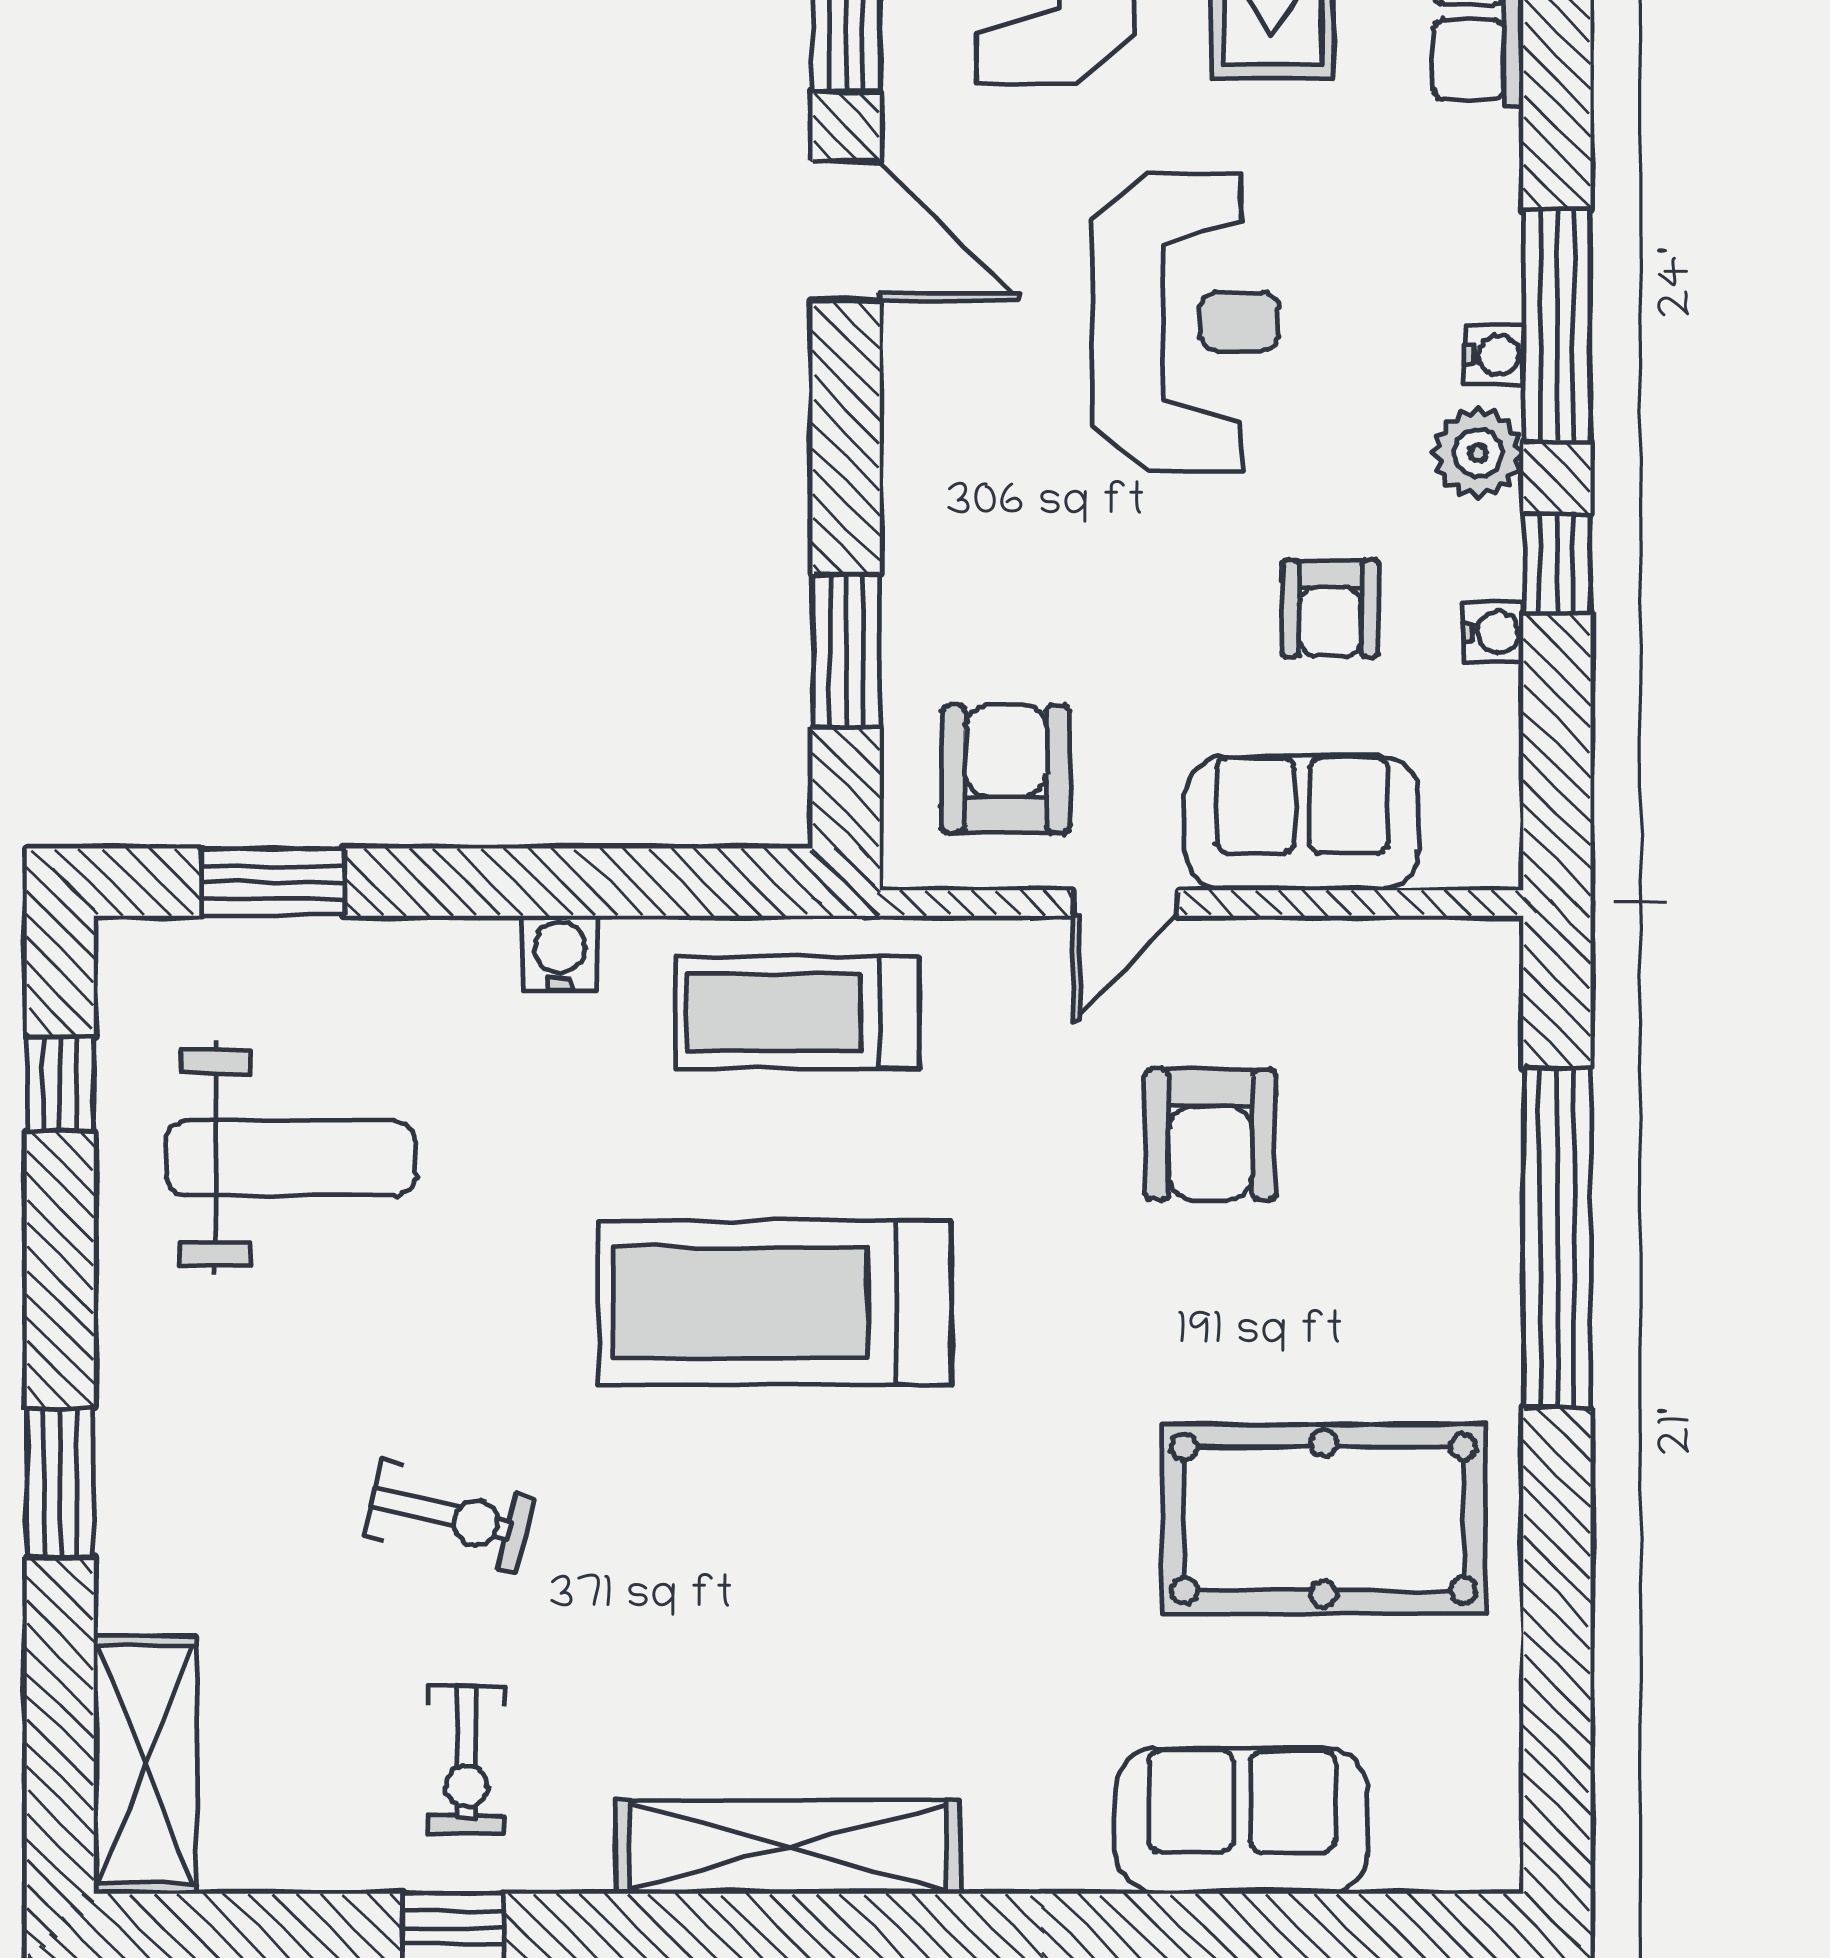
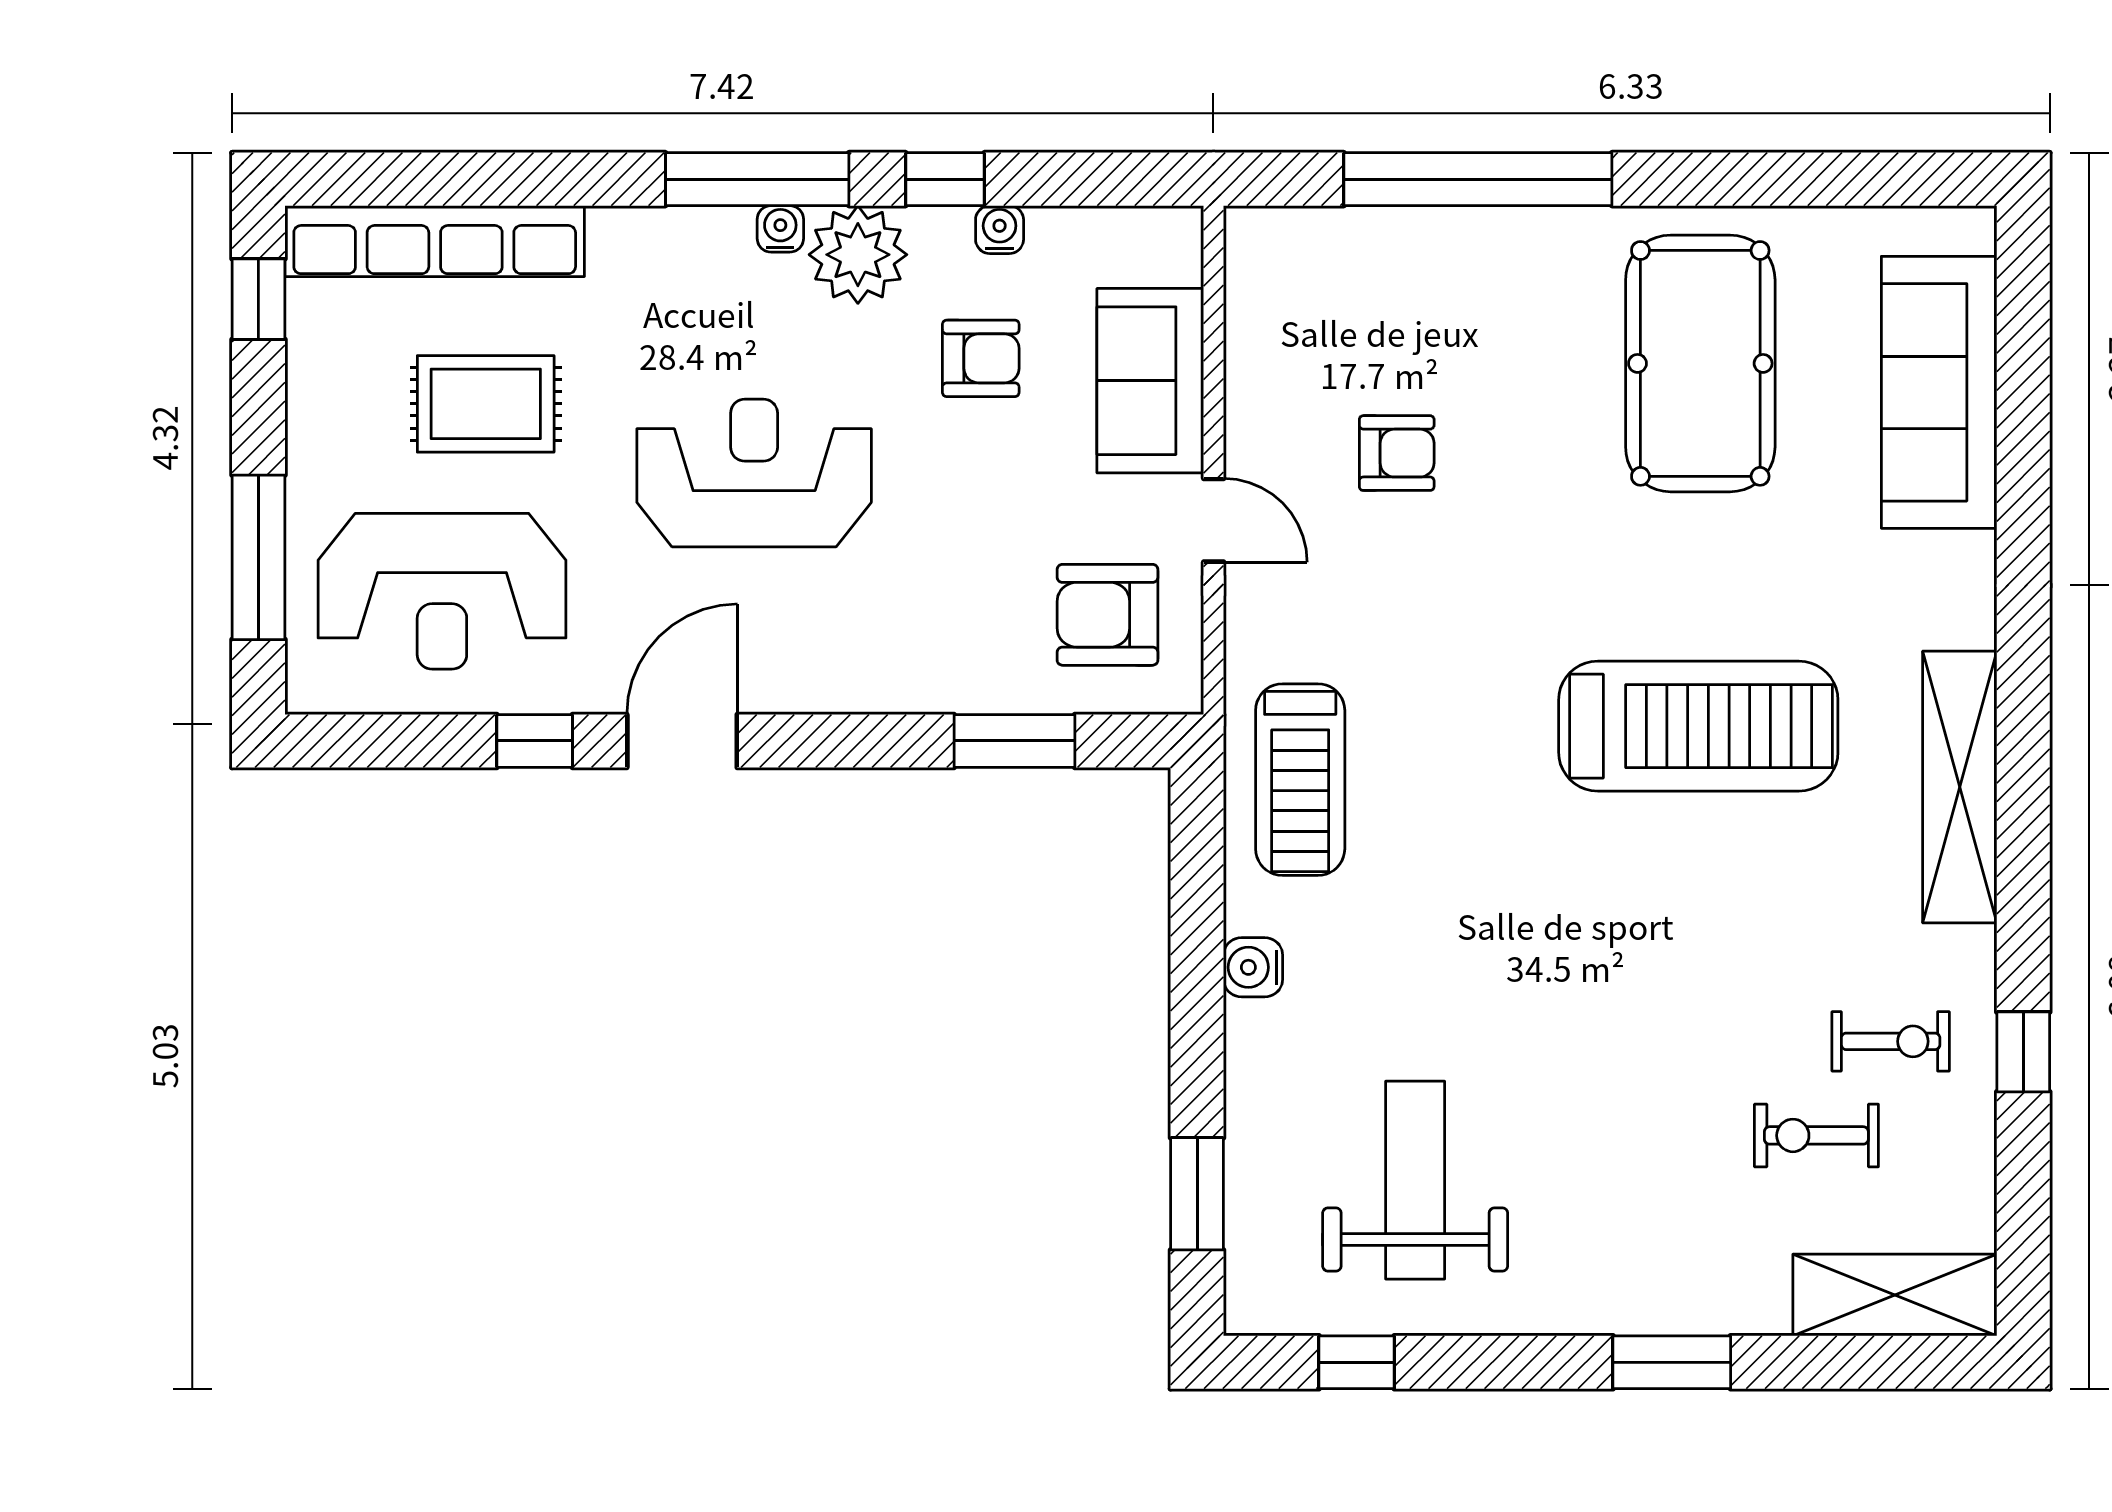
plant: (1478, 453) -> (858, 255), width x1.36, depth x1.36
armchair: (1210, 1135) -> (1397, 453), width x0.72, depth x0.72
treadmill: (775, 1303) -> (1698, 726), moved, turned -90
exercise bike: (449, 1516) -> (1816, 1135), moved, turned -104
sofa: (1242, 1821) -> (1939, 392), width x1.36

